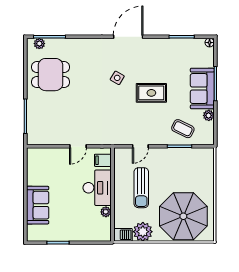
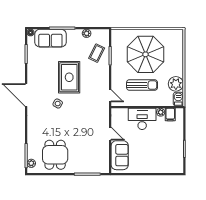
sofa: (202, 89) -> (50, 38), moved
rug: (151, 93) -> (69, 77), width x1.36, depth x1.43
door: (140, 146) -> (110, 96), moved
filing cabinet: (103, 160) -> (170, 115), moved
sofa: (38, 205) -> (120, 155), moved, turned 90
parasol: (183, 216) -> (145, 54), moved

